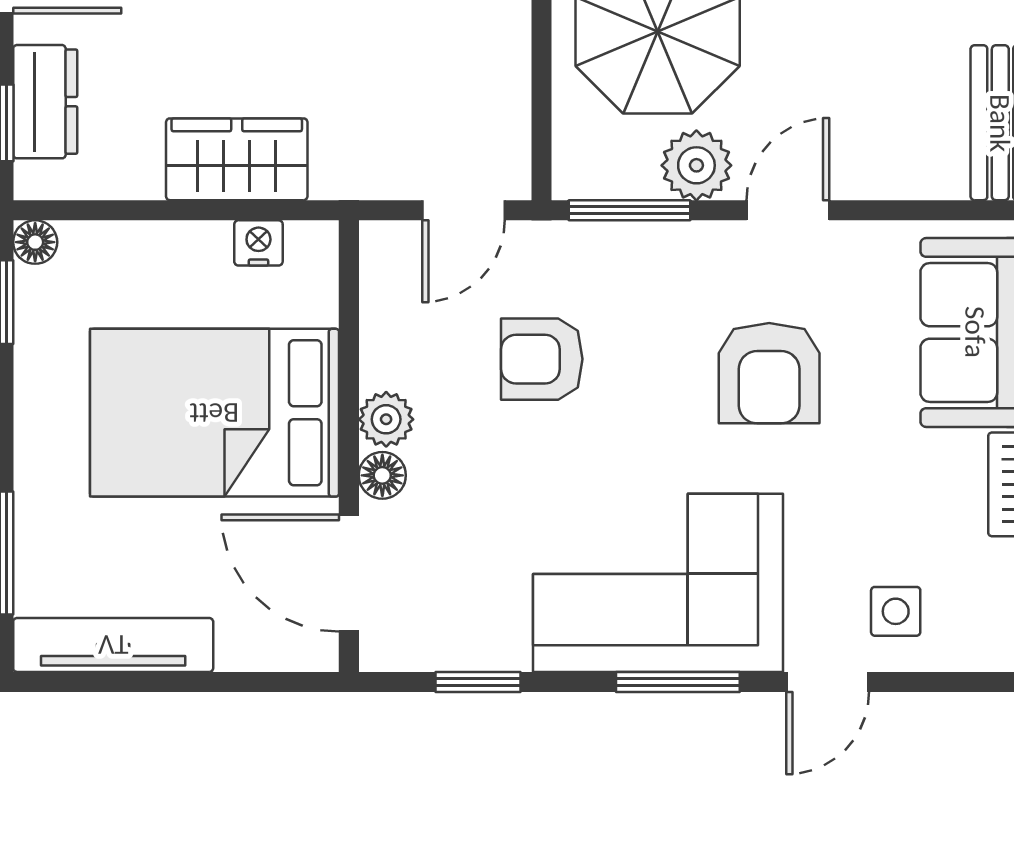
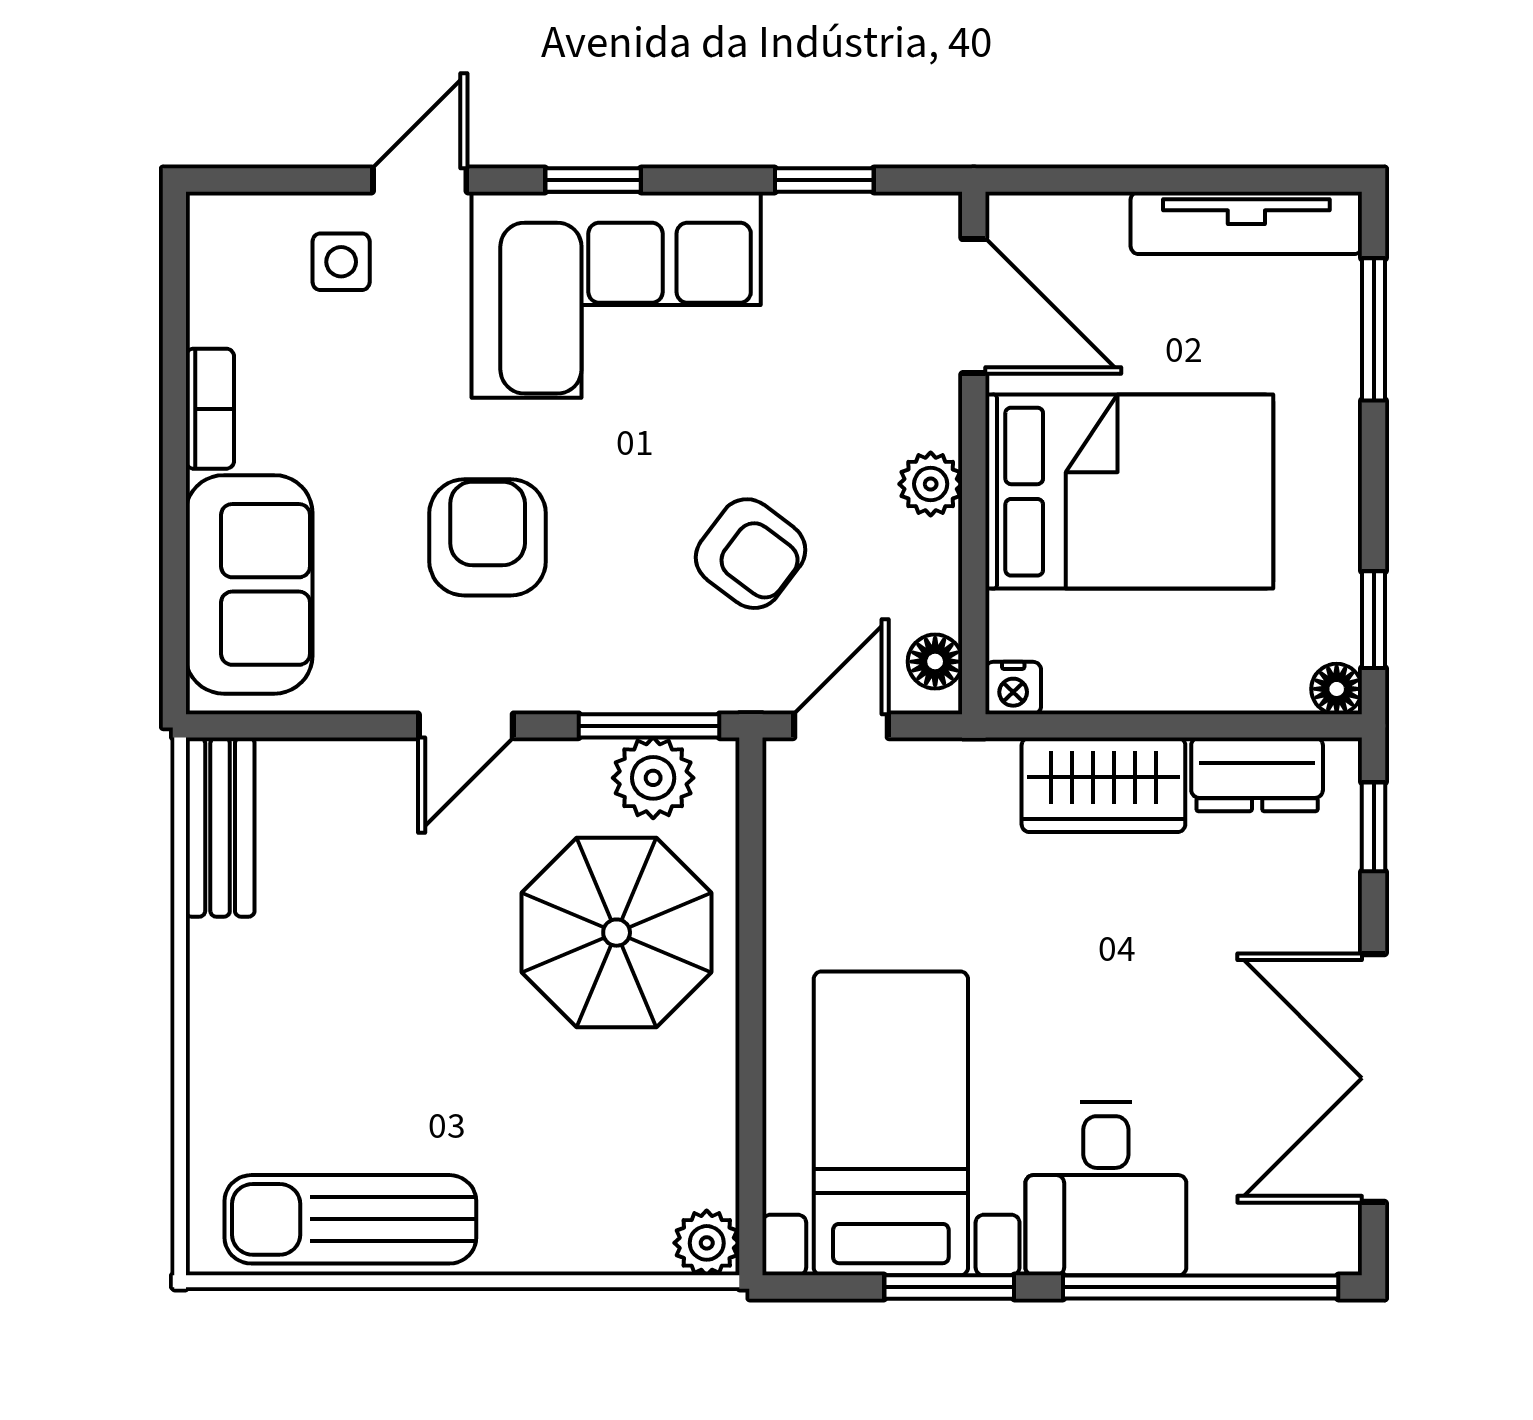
dresser: (45, 102) -> (1257, 774), moved, turned -90
plant: (696, 165) -> (653, 778), moved
nightstand: (258, 243) -> (1013, 688), moved
armchair: (542, 359) -> (751, 554), turned 37
floor lamp: (382, 475) -> (935, 662), moved
window: (678, 682) -> (593, 180), width x0.67

